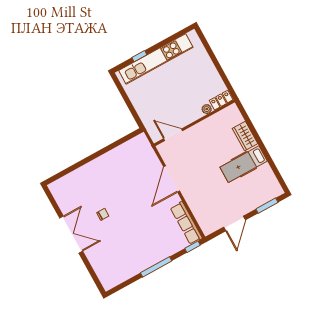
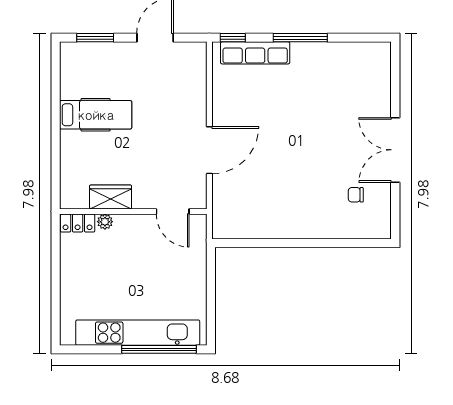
window: (139, 56) -> (159, 349), width x3.17
wardrobe: (245, 136) -> (111, 197), moved, turned -90
chair: (103, 214) -> (356, 195), moved
row of seats: (186, 223) -> (255, 53), moved, turned 90

